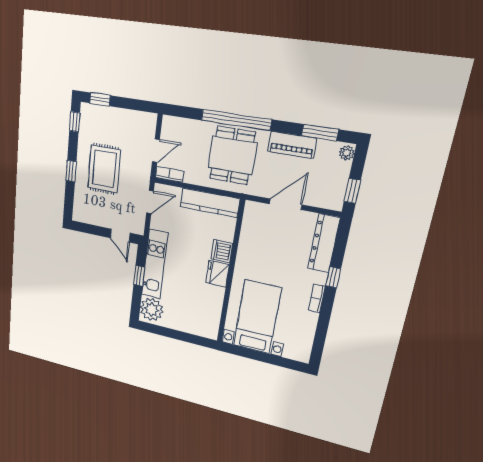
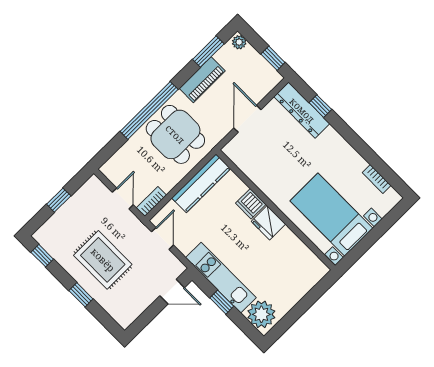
window: (100, 99) -> (59, 200), moved
window: (333, 277) -> (320, 106), moved
bookcase: (317, 298) -> (377, 179), moved

